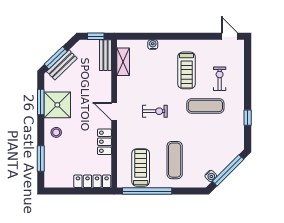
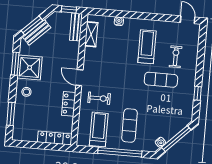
treadmill: (187, 70) -> (147, 47), turned 180
exercise bike: (155, 111) -> (99, 98), moved
window: (147, 191) -> (120, 152), moved

